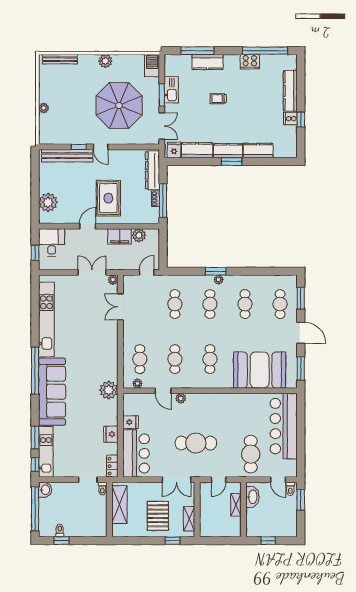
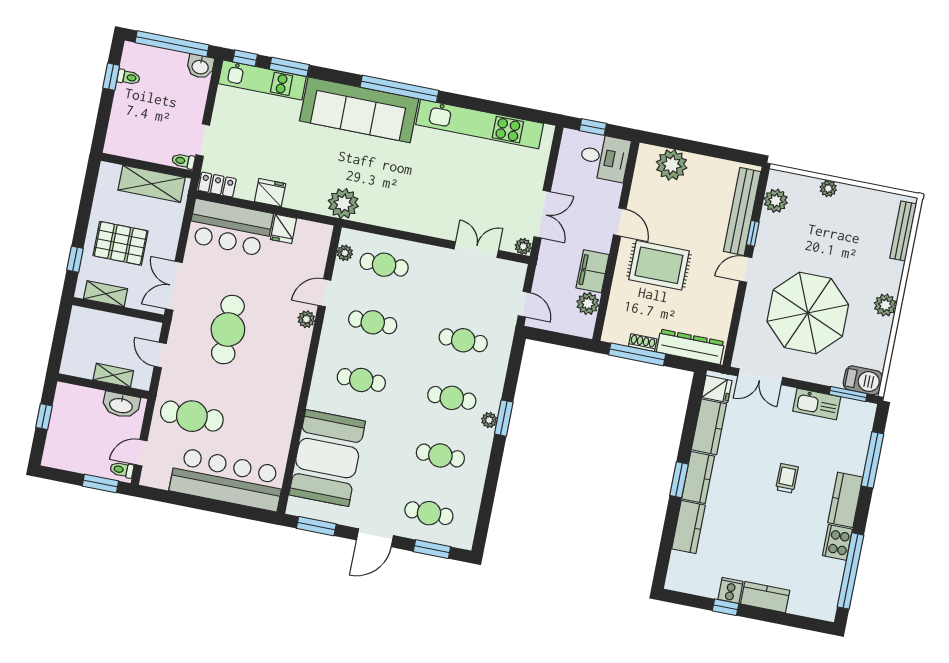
kitchen counter: (208, 62) -> (845, 500), moved
kitchen counter: (290, 91) -> (765, 597), width x0.67
window: (162, 95) -> (848, 394), moved
plant: (57, 137) -> (776, 201), added

